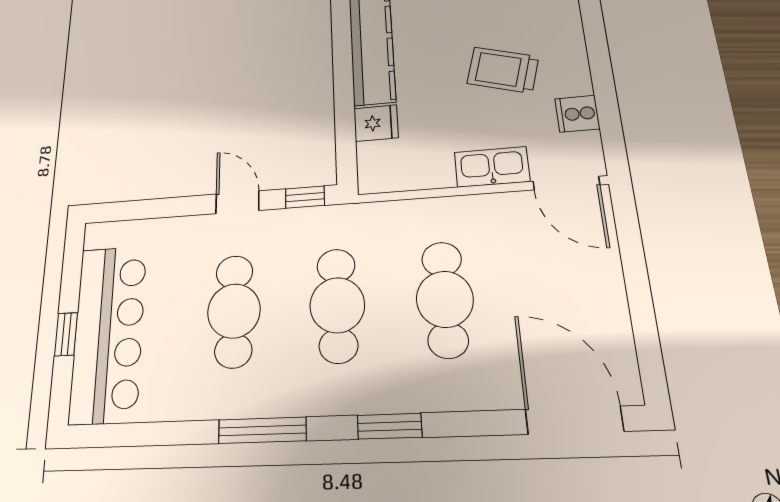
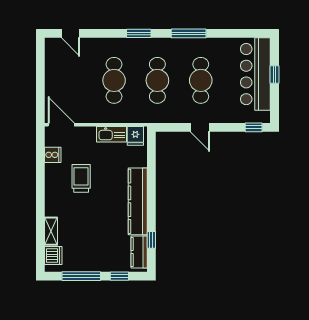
trolley: (503, 70) -> (81, 178), turned -106
fridge: (376, 123) -> (135, 136), moved, turned -90
kitchen sink: (492, 167) -> (112, 134), moved
window: (305, 197) -> (254, 127), moved
door: (574, 420) -> (71, 33), width x0.53

